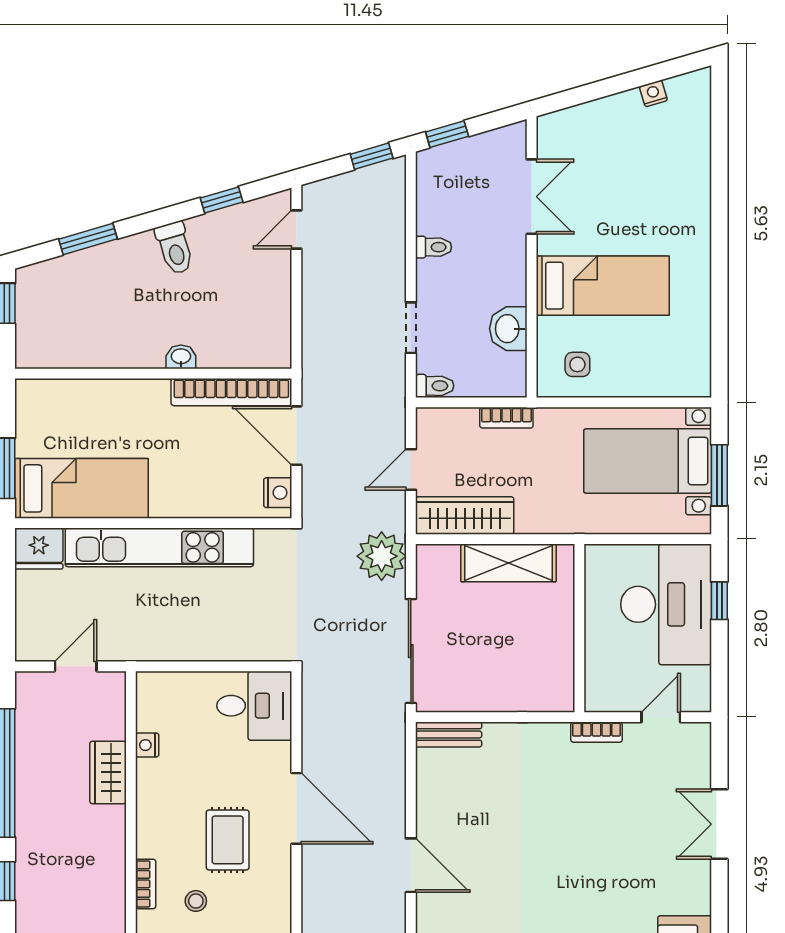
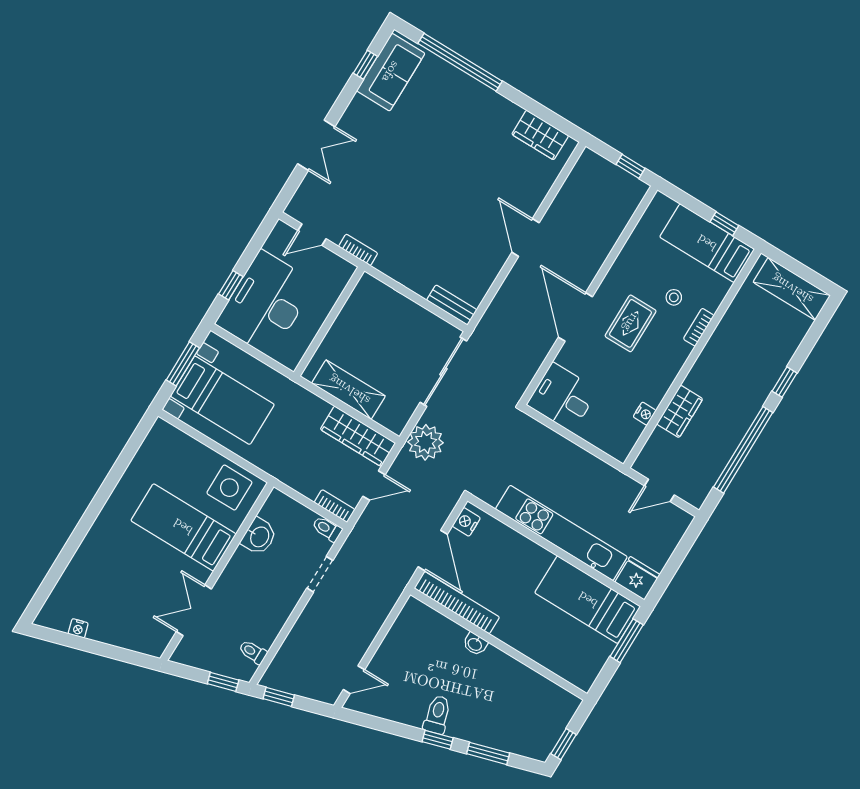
window: (222, 200) -> (438, 740), moved
toilet: (434, 247) -> (253, 652), moved
side table: (577, 364) -> (229, 488), width x1.87, depth x1.87
bookcase: (506, 418) -> (335, 506), moved

